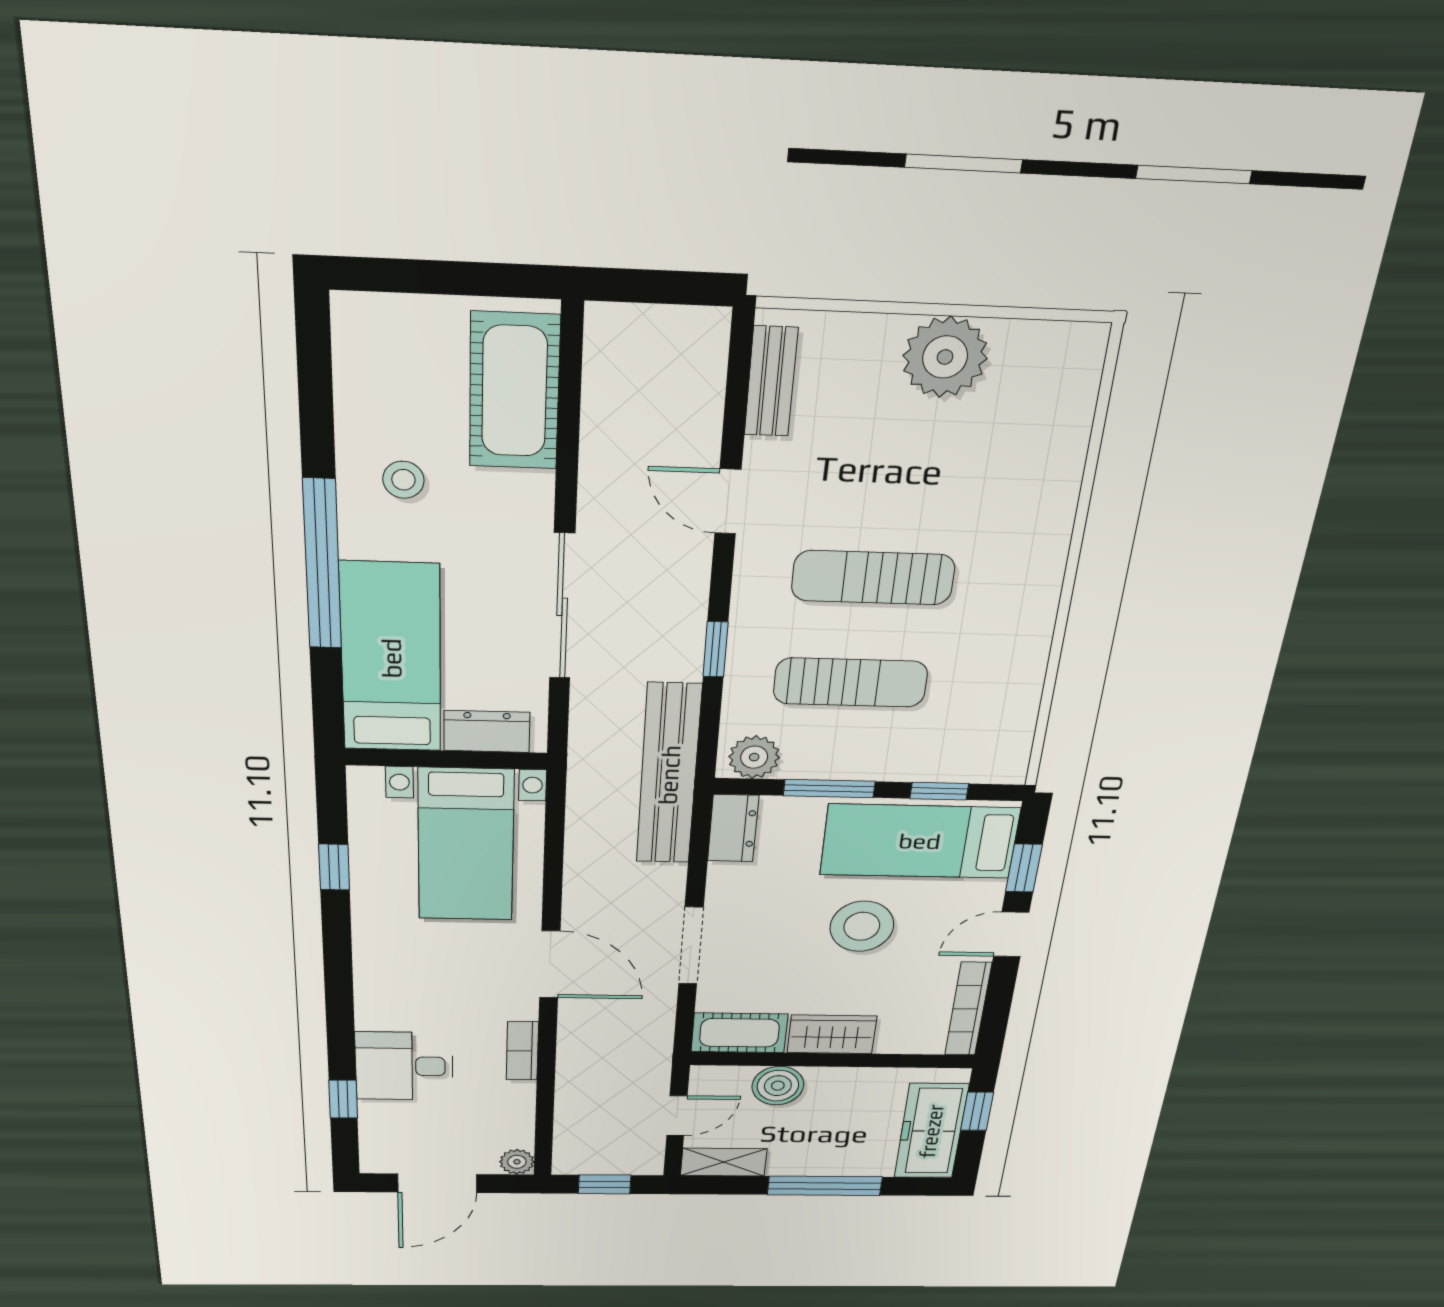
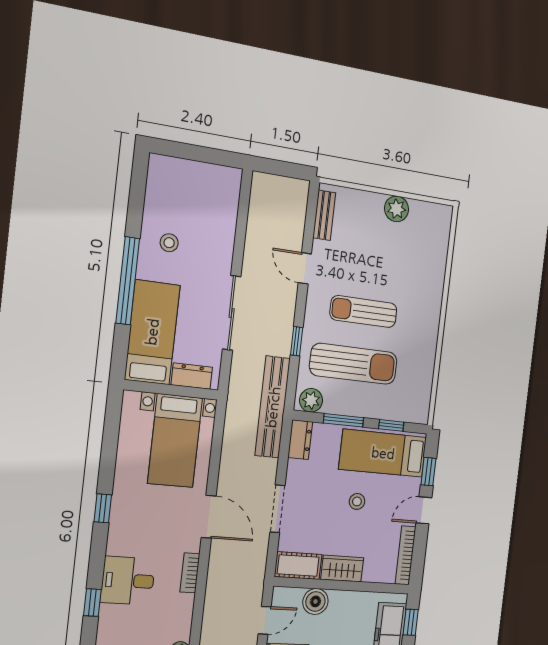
plant: (945, 357) -> (397, 209), width x0.73, depth x0.73
cot: (514, 391) -> (220, 207), removed
sun lounger: (850, 682) -> (354, 364), width x1.36, depth x1.34
window: (334, 867) -> (103, 508), moved
stool: (862, 926) -> (357, 501), width x0.53, depth x0.53

